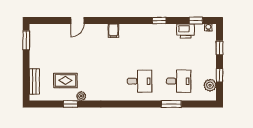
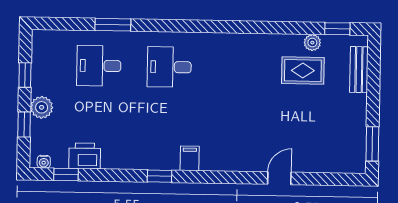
window: (159, 21) -> (159, 176), moved
filing cabinet: (113, 31) -> (190, 158), moved
plant: (210, 85) -> (42, 107), moved
plant: (81, 96) -> (312, 43), moved
window: (70, 104) -> (337, 29), moved

